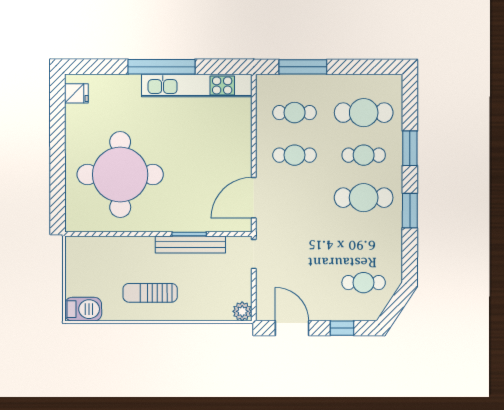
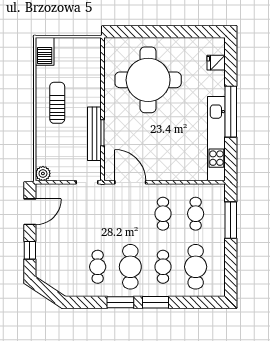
fridge: (76, 93) -> (216, 63), moved, turned 90
window: (410, 148) -> (156, 302), moved
cafe table: (364, 283) -> (98, 267), moved

